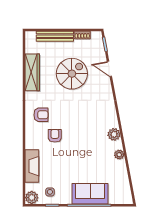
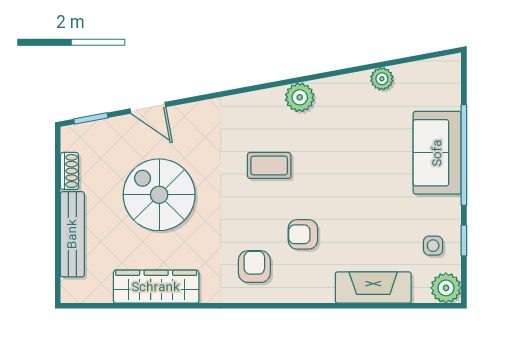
door: (109, 69) -> (148, 108), hinge flipped
coffee table: (85, 121) -> (269, 165), added
plant: (119, 155) -> (382, 79), moved

